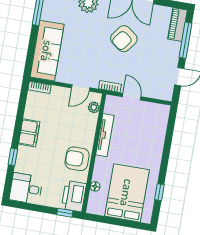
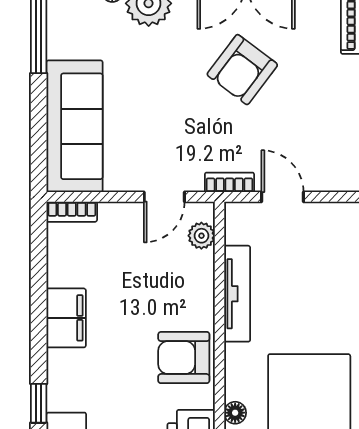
window: (13, 157) -> (39, 403), moved

